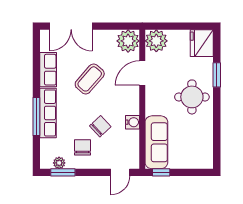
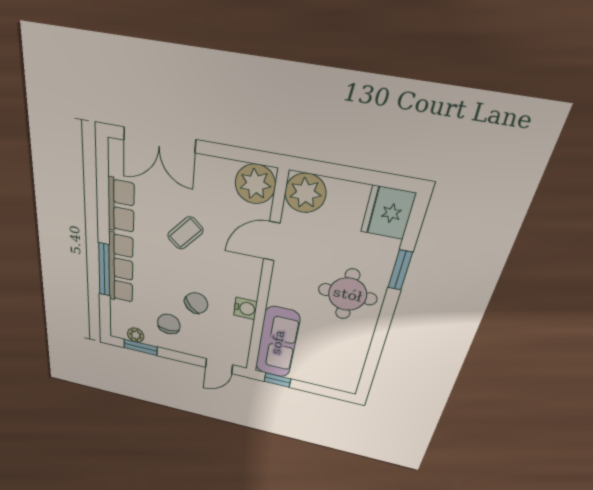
coffee table: (90, 79) -> (185, 233), width x0.73, depth x0.77

